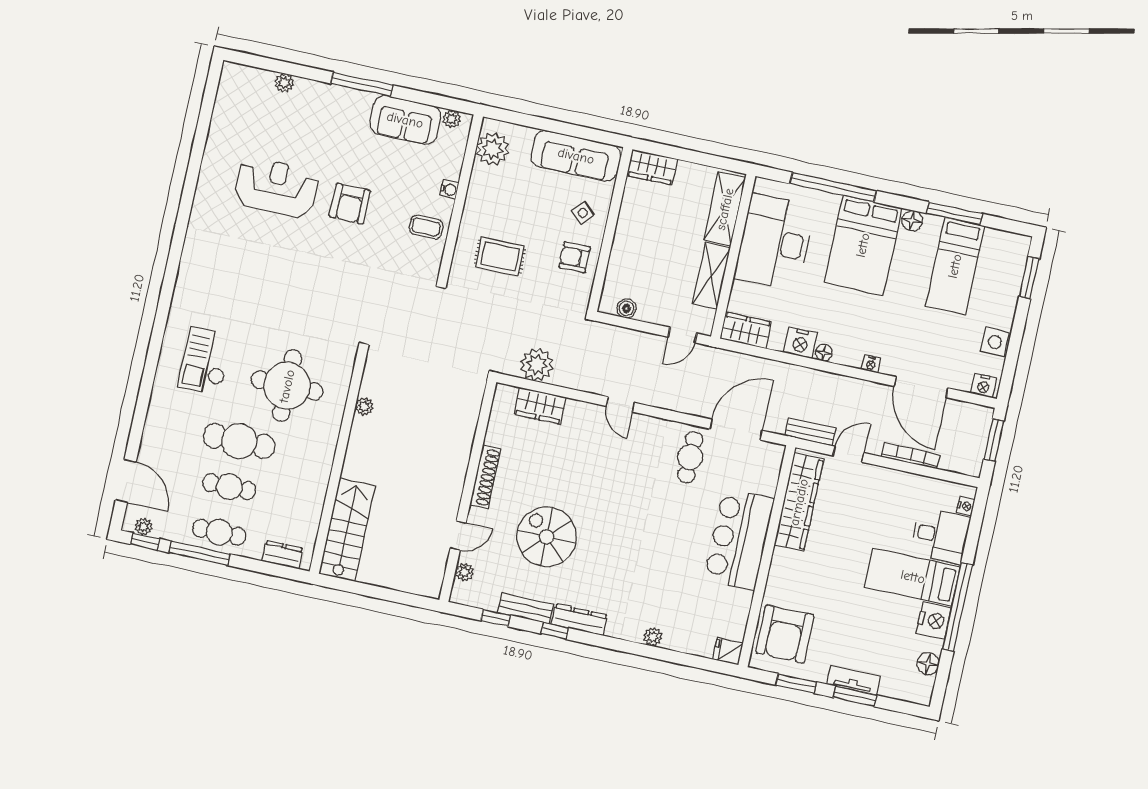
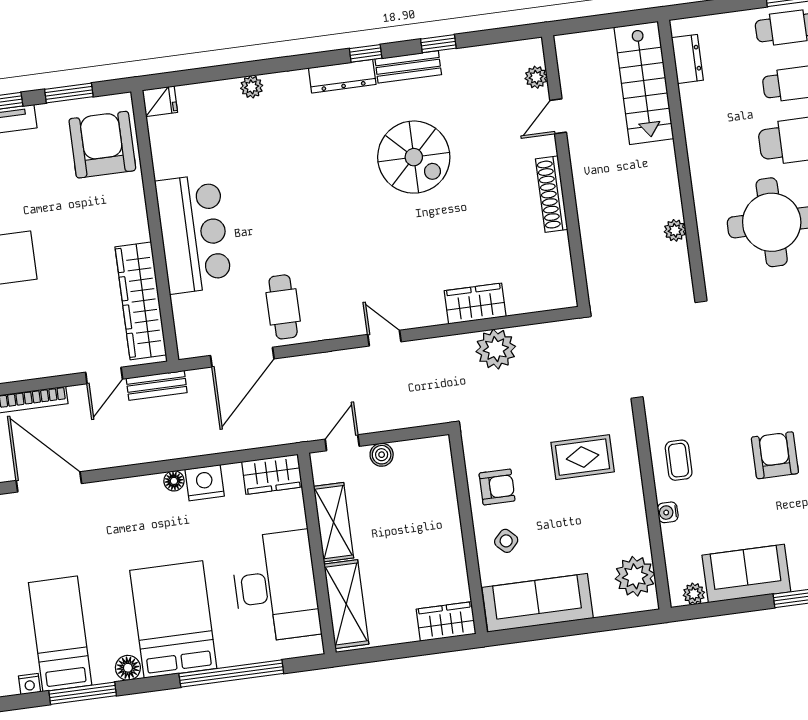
coffee table: (426, 227) -> (679, 460), turned 90
boiler: (627, 309) -> (382, 455), moved
nightstand: (871, 364) -> (30, 684), moved, turned 180
shoe rack: (485, 477) -> (552, 194), moved
wall: (468, 491) -> (565, 171), moved
door: (458, 536) -> (558, 116), moved
dresser: (282, 555) -> (687, 59), moved, turned -90
plant: (464, 572) -> (536, 77), moved

